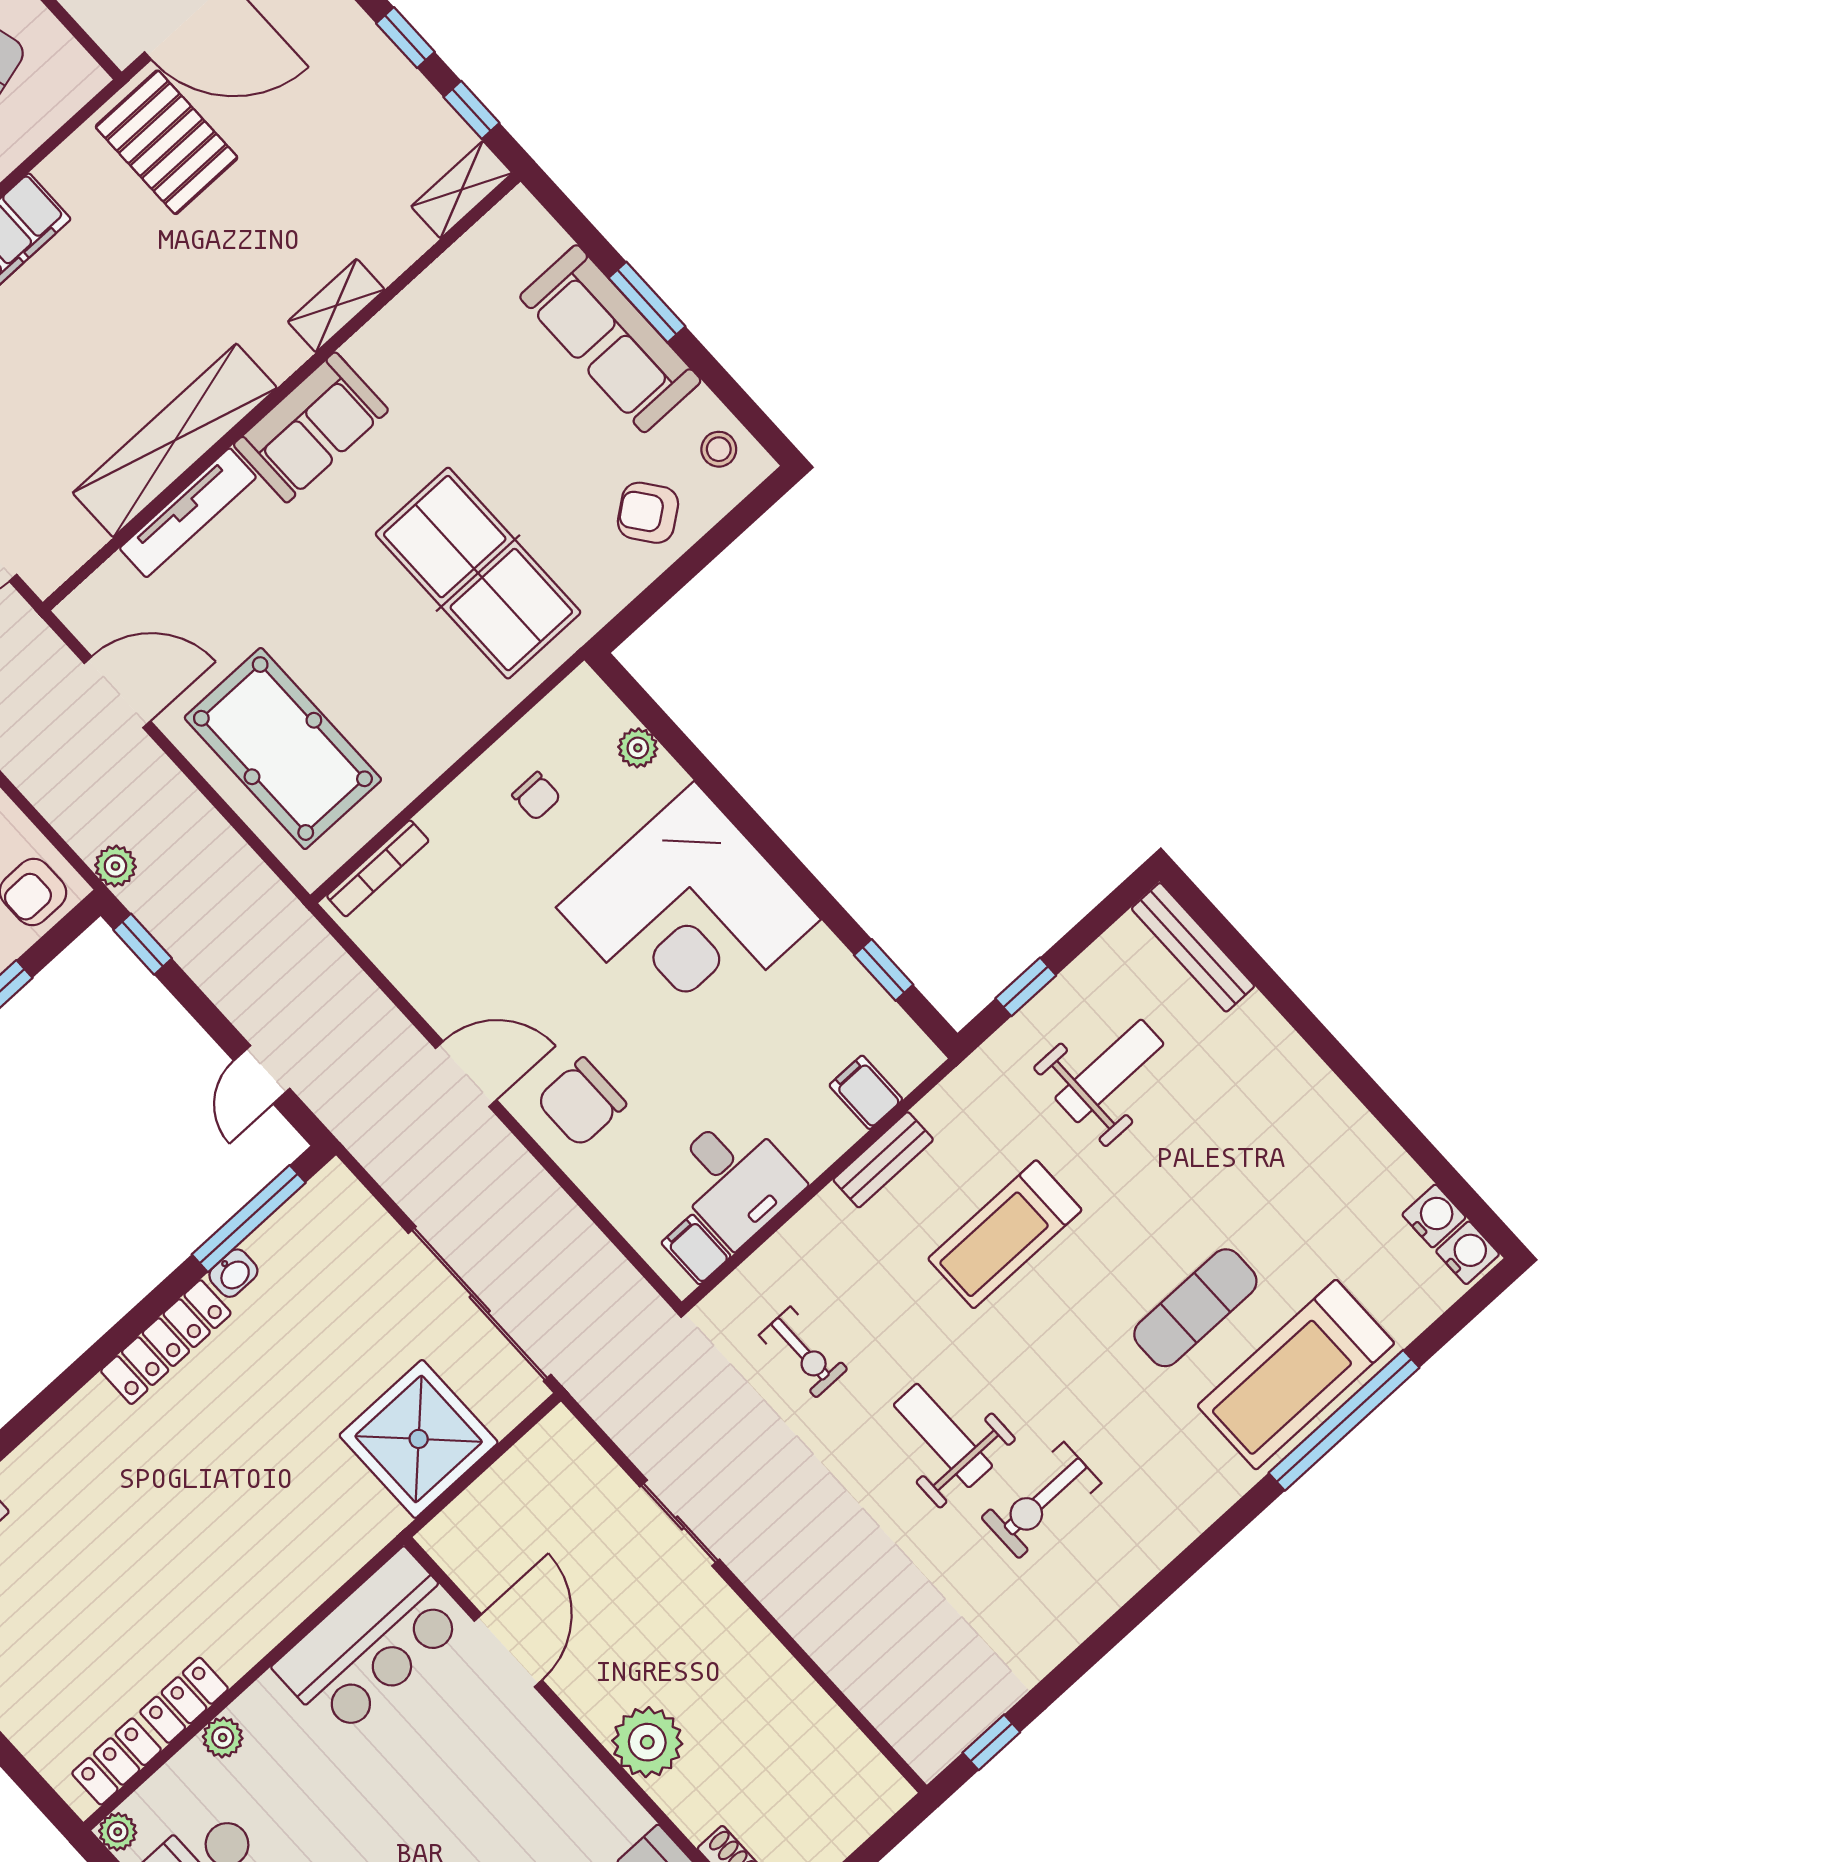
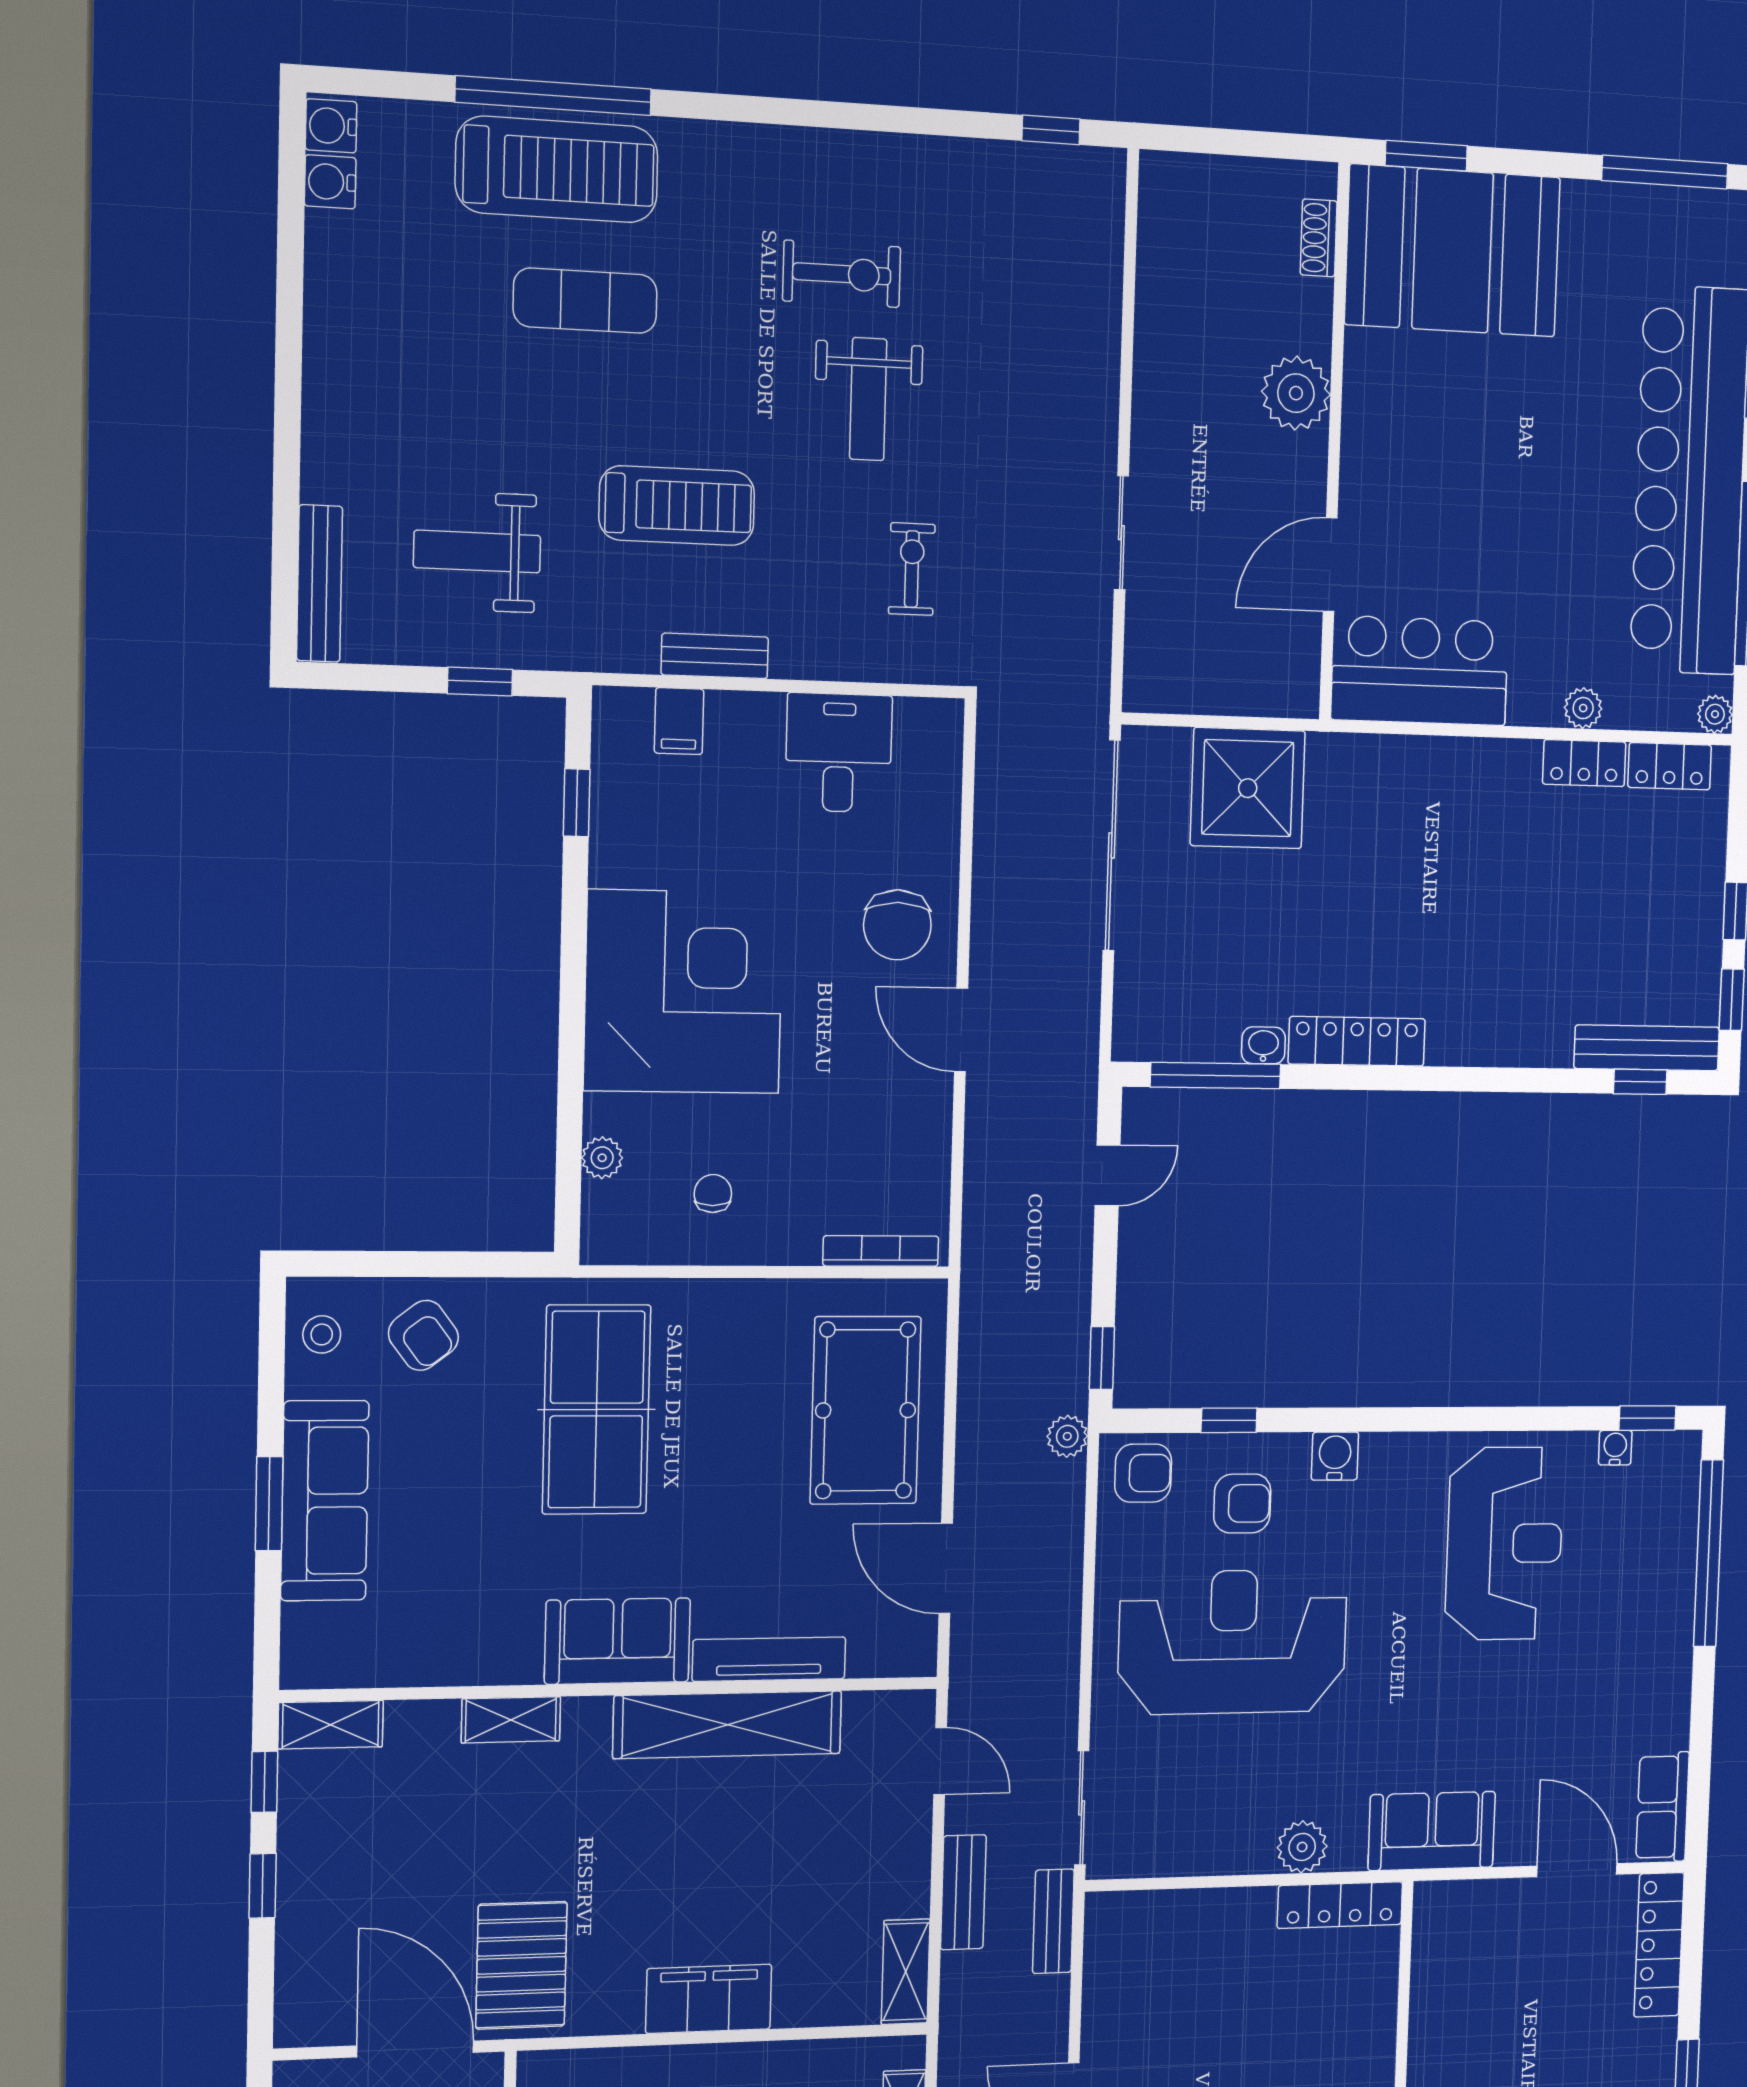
chair: (581, 1102) -> (897, 925), turned 90
filing cabinet: (696, 1249) -> (918, 728), removed

